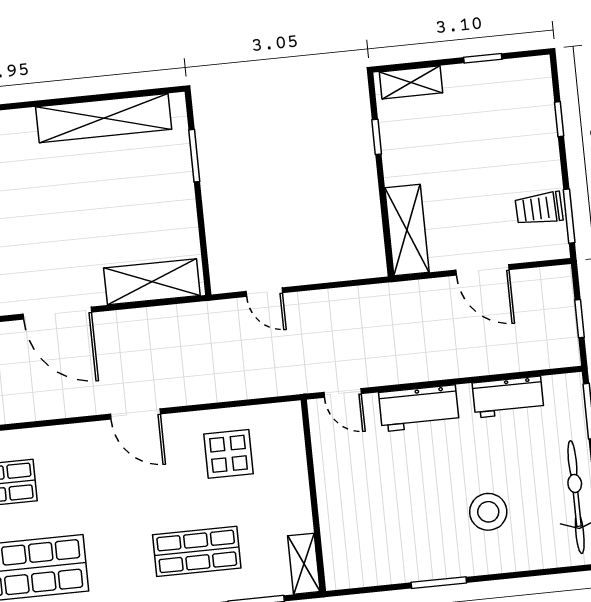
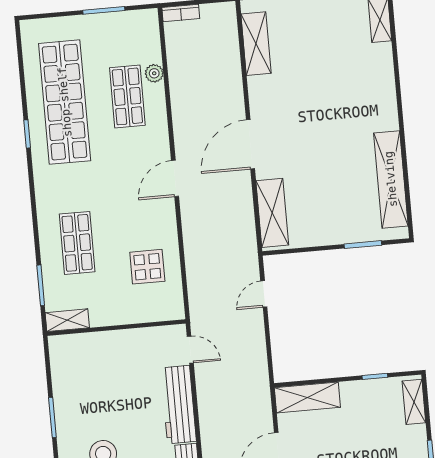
door: (343, 393) -> (190, 350), swing flipped
workbench: (419, 408) -> (179, 405), width x1.38
door: (135, 414) -> (175, 178), moved

